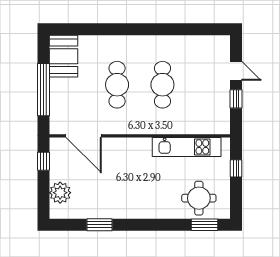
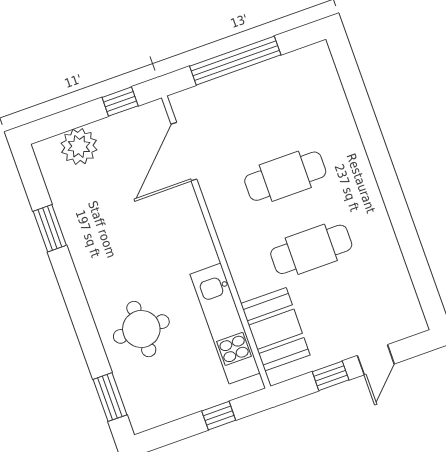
booth: (63, 56) -> (275, 329), moved, turned 90
round table: (199, 198) -> (141, 329), moved

